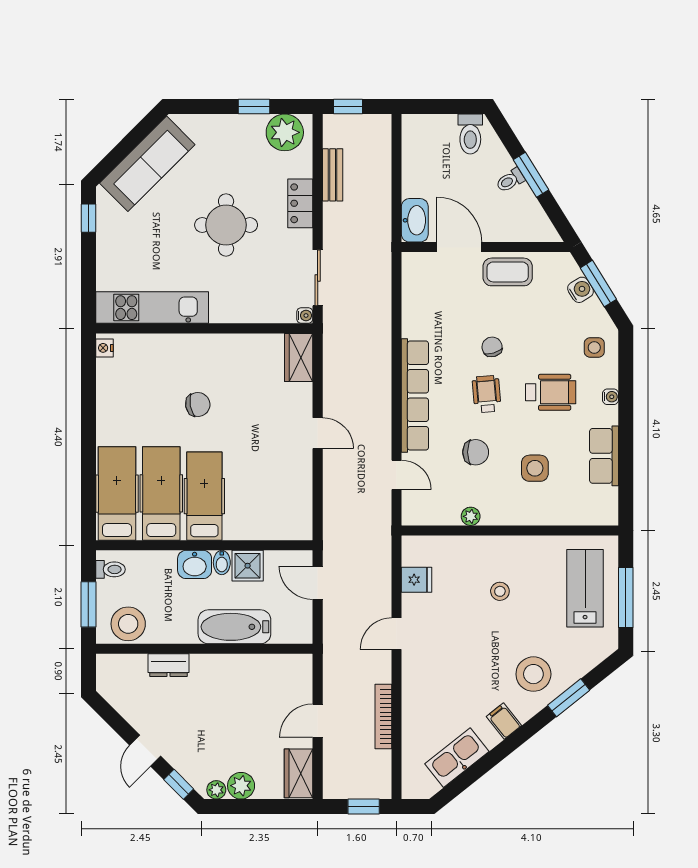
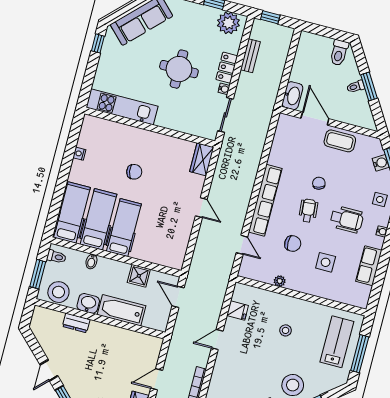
water cooler: (305, 315) -> (224, 89), moved
nightstand: (104, 348) -> (79, 154), moved
bidet: (222, 563) -> (91, 261), moved
washbasin: (195, 564) -> (88, 303), moved, turned 180

